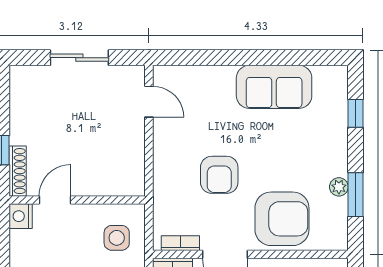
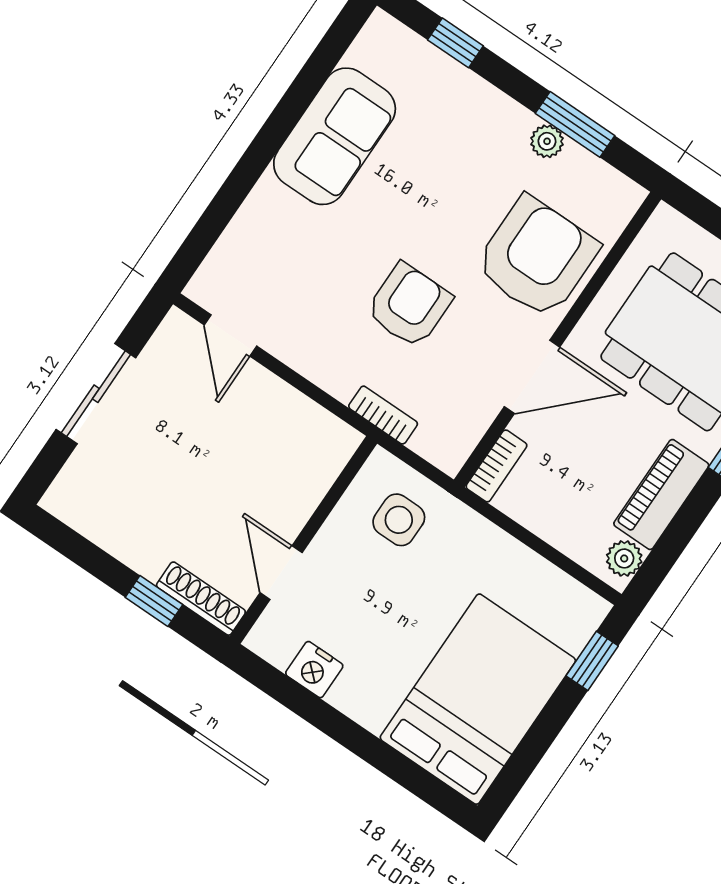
door: (149, 102) -> (231, 335), swing flipped
armchair: (219, 175) -> (409, 305), turned -90
nightstand: (21, 216) -> (314, 670), moved
bookcase: (180, 243) -> (383, 415), moved, turned 90

